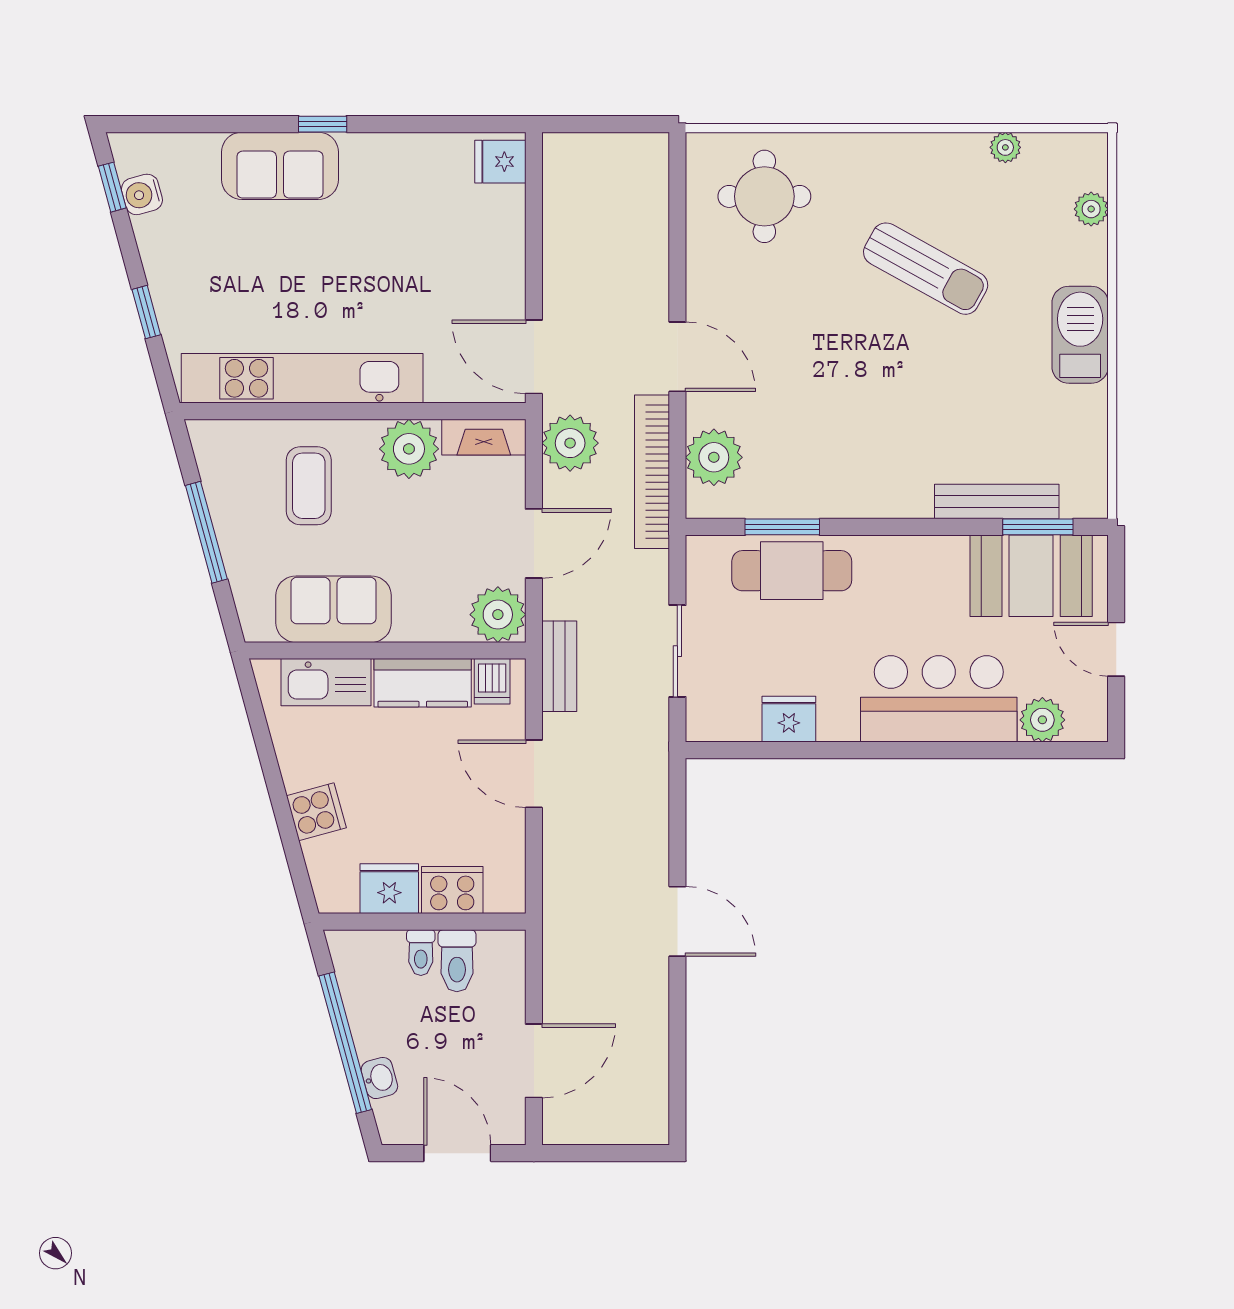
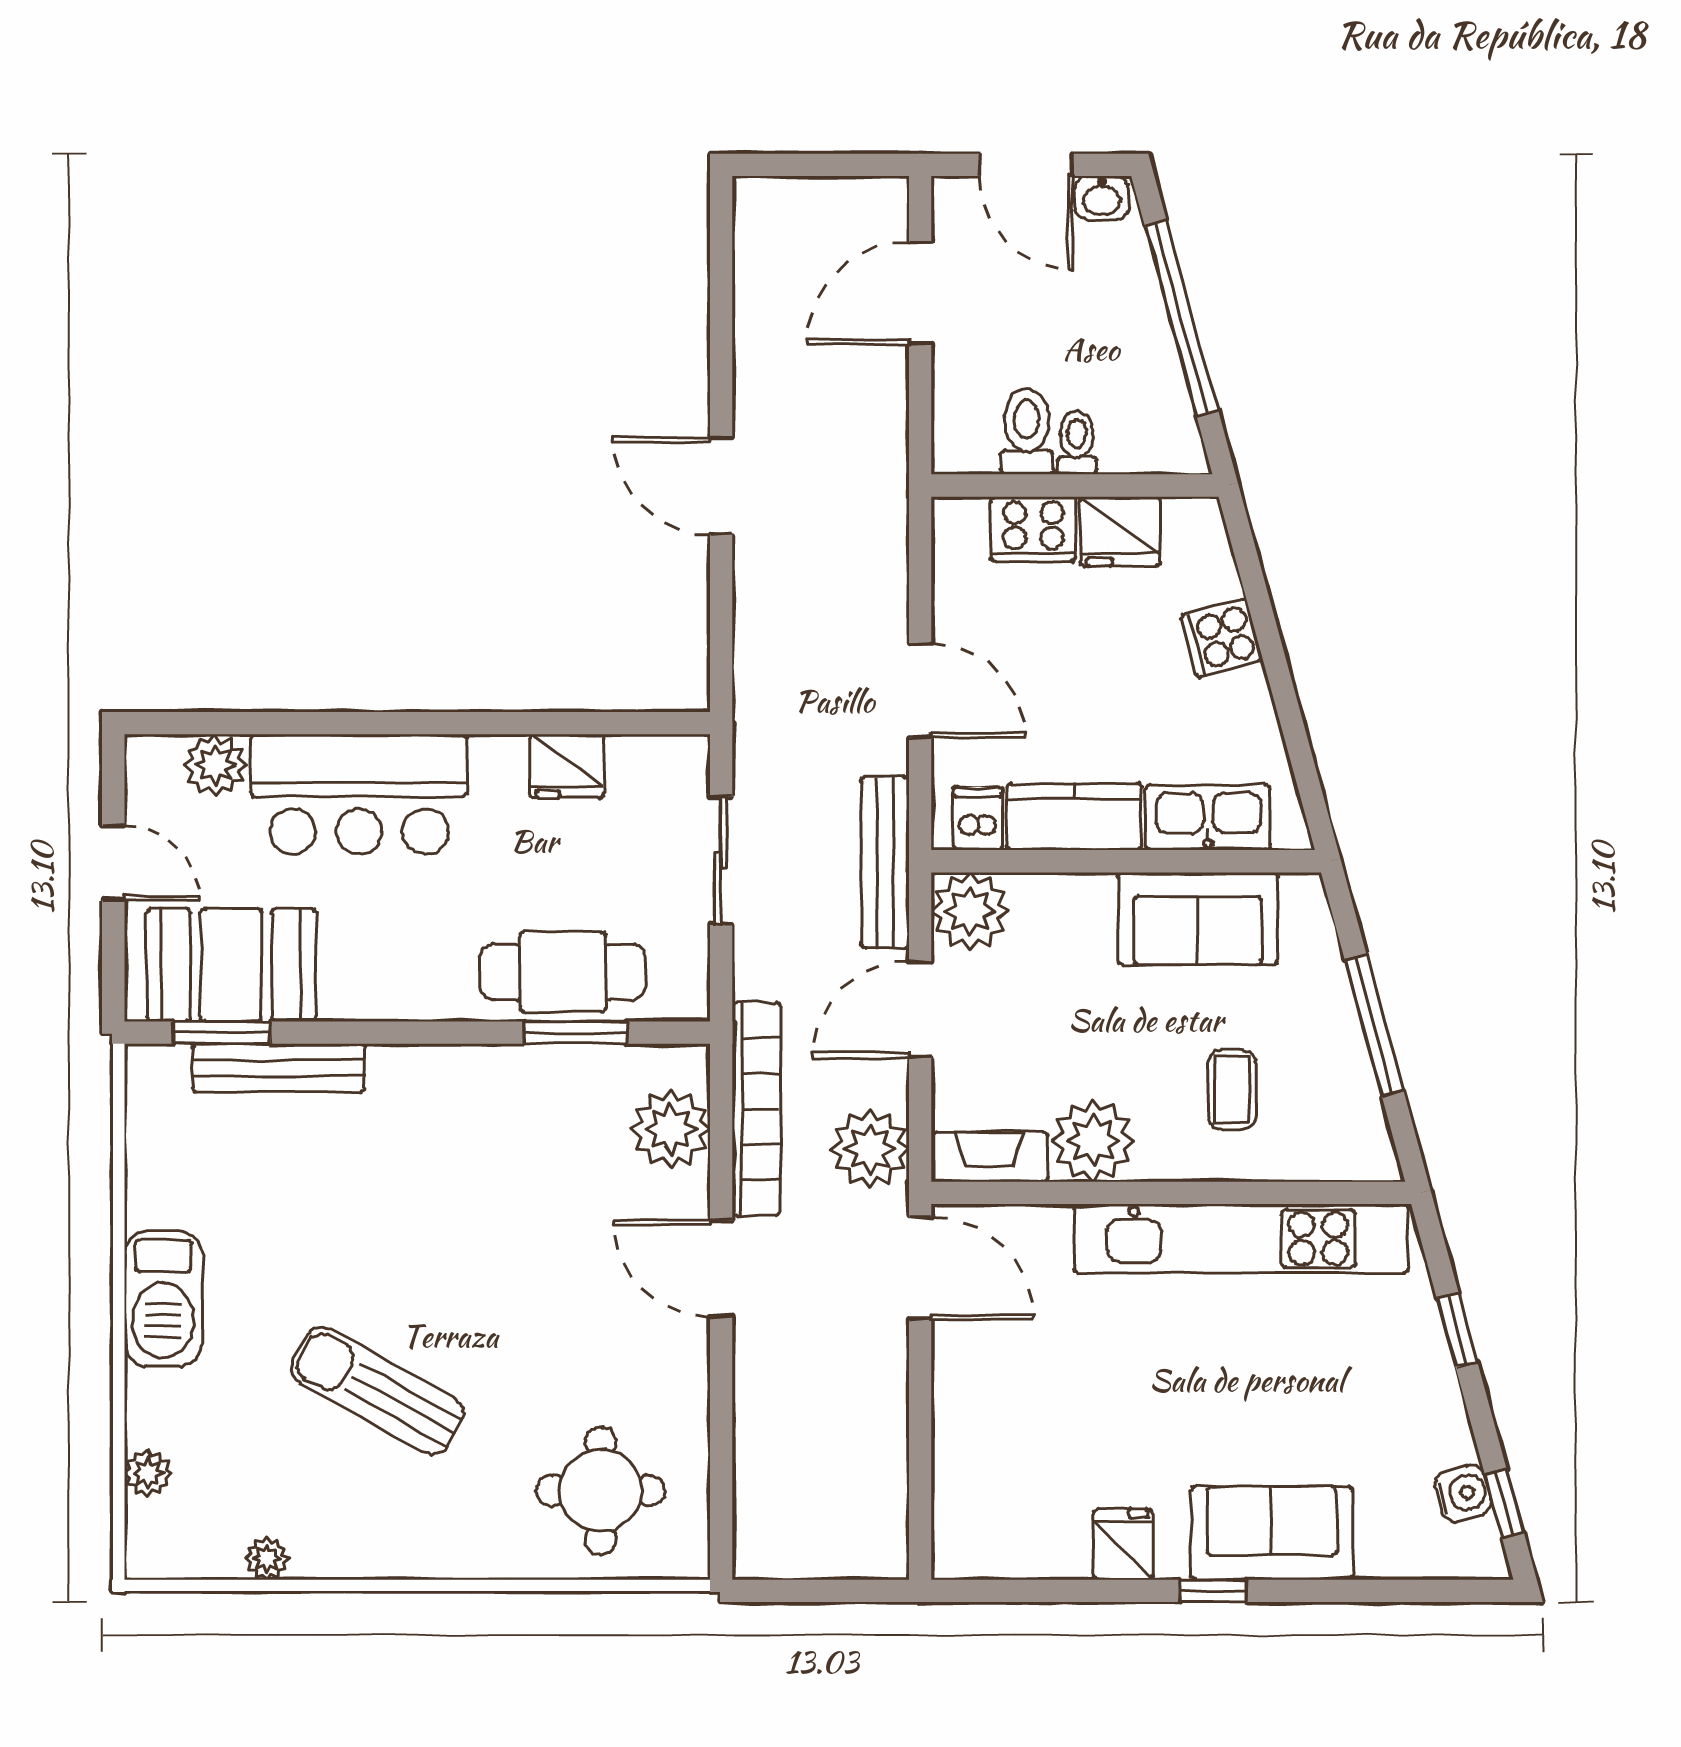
fridge: (500, 162) -> (1123, 1544), moved, turned -90
coffee table: (309, 486) -> (1232, 1090), width x0.73, depth x0.77
bench: (559, 666) -> (885, 862), width x1.36
washbasin: (379, 1078) -> (1102, 198), moved, turned -75

